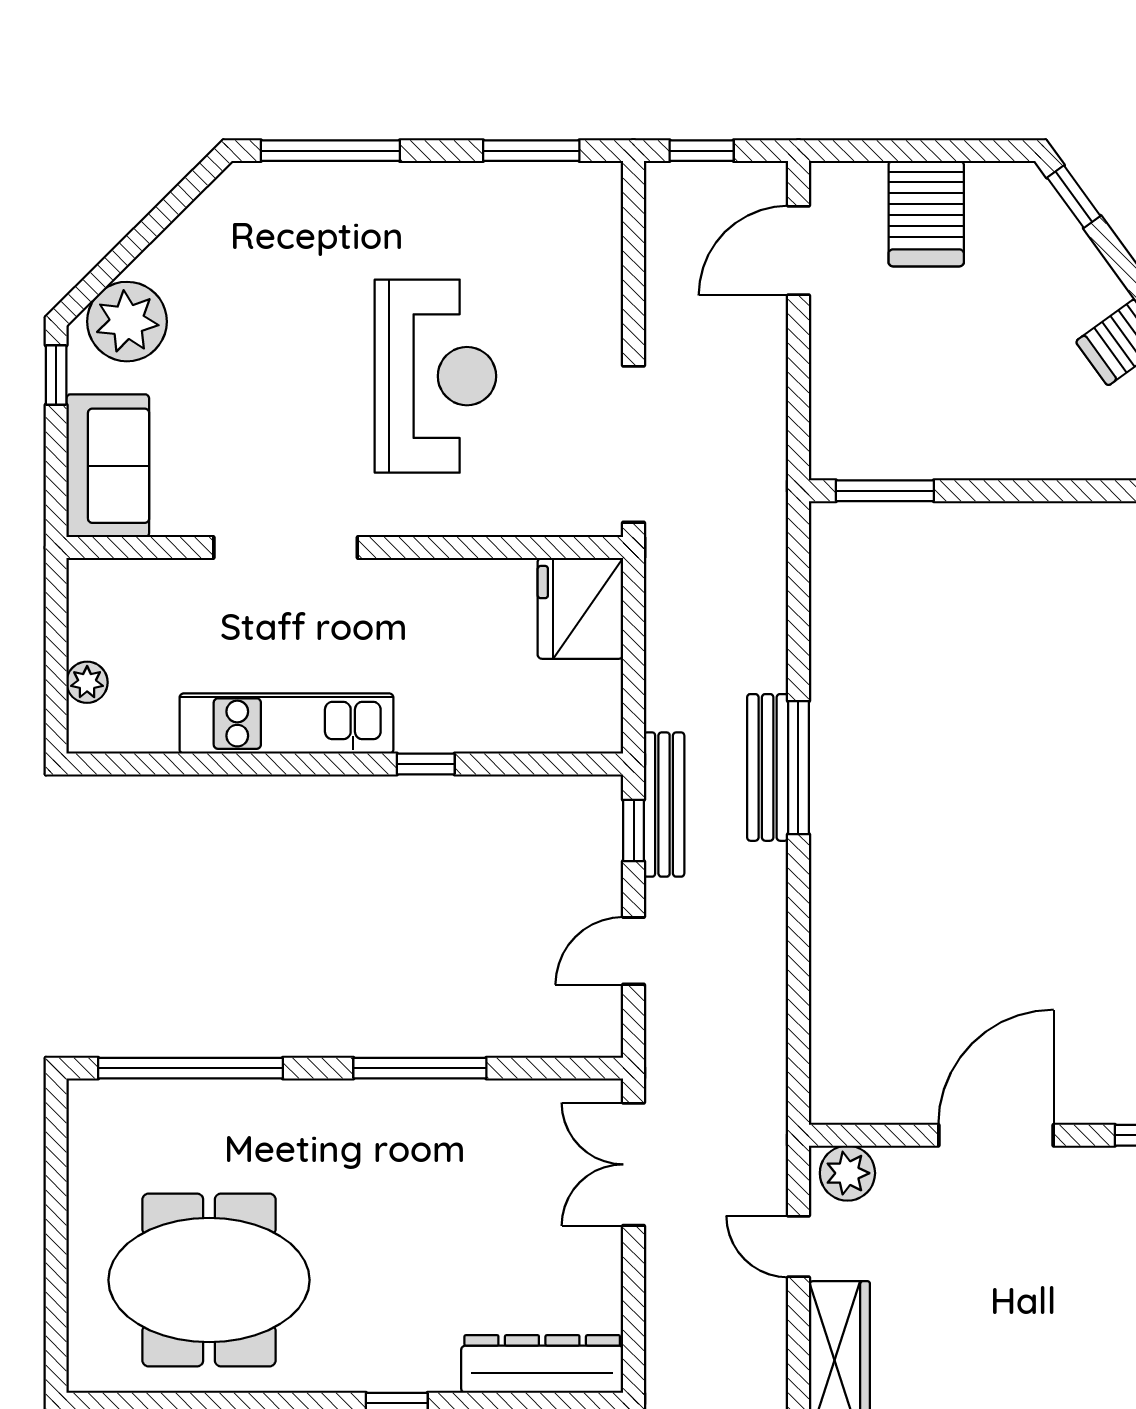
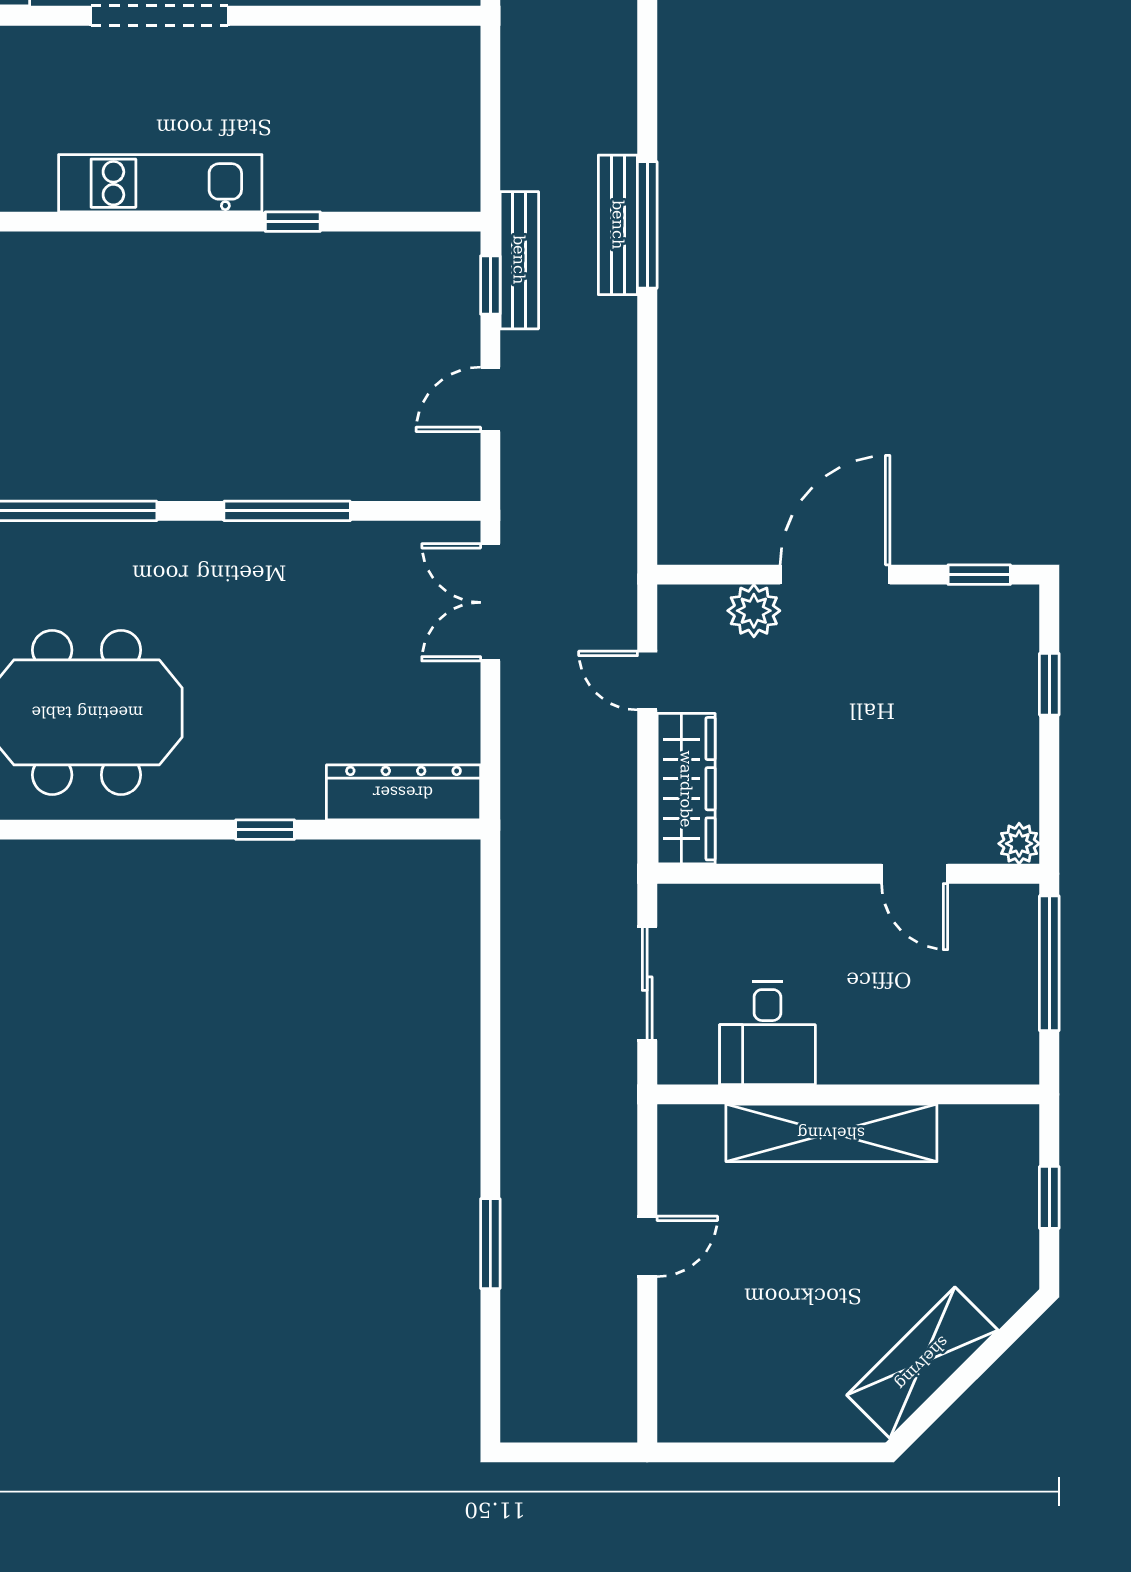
fridge: (580, 608) -> (440, 74), removed
plant: (847, 1173) -> (754, 611), moved

